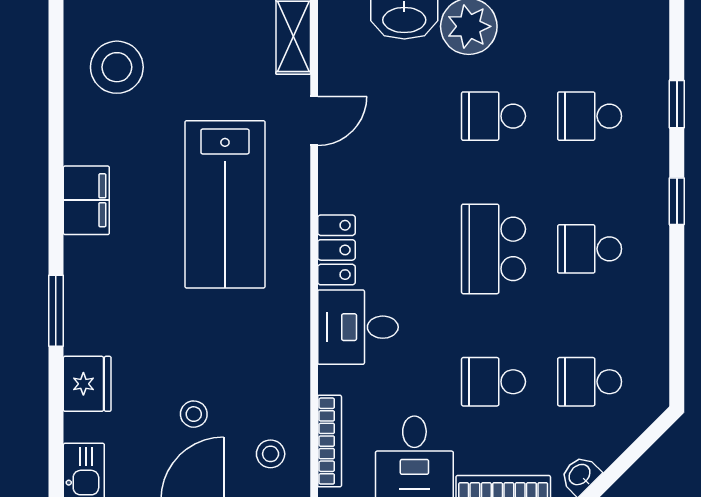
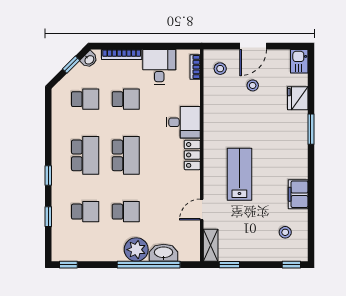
stool: (117, 67) -> (285, 232), width x0.53, depth x0.53
filing cabinet: (86, 200) -> (298, 194), moved
lab bench: (225, 204) -> (239, 174), width x0.73, depth x0.72
school desk: (590, 249) -> (85, 155), width x1.85
bookcase: (330, 441) -> (195, 67), width x0.64
window: (623, 463) -> (71, 65), added

